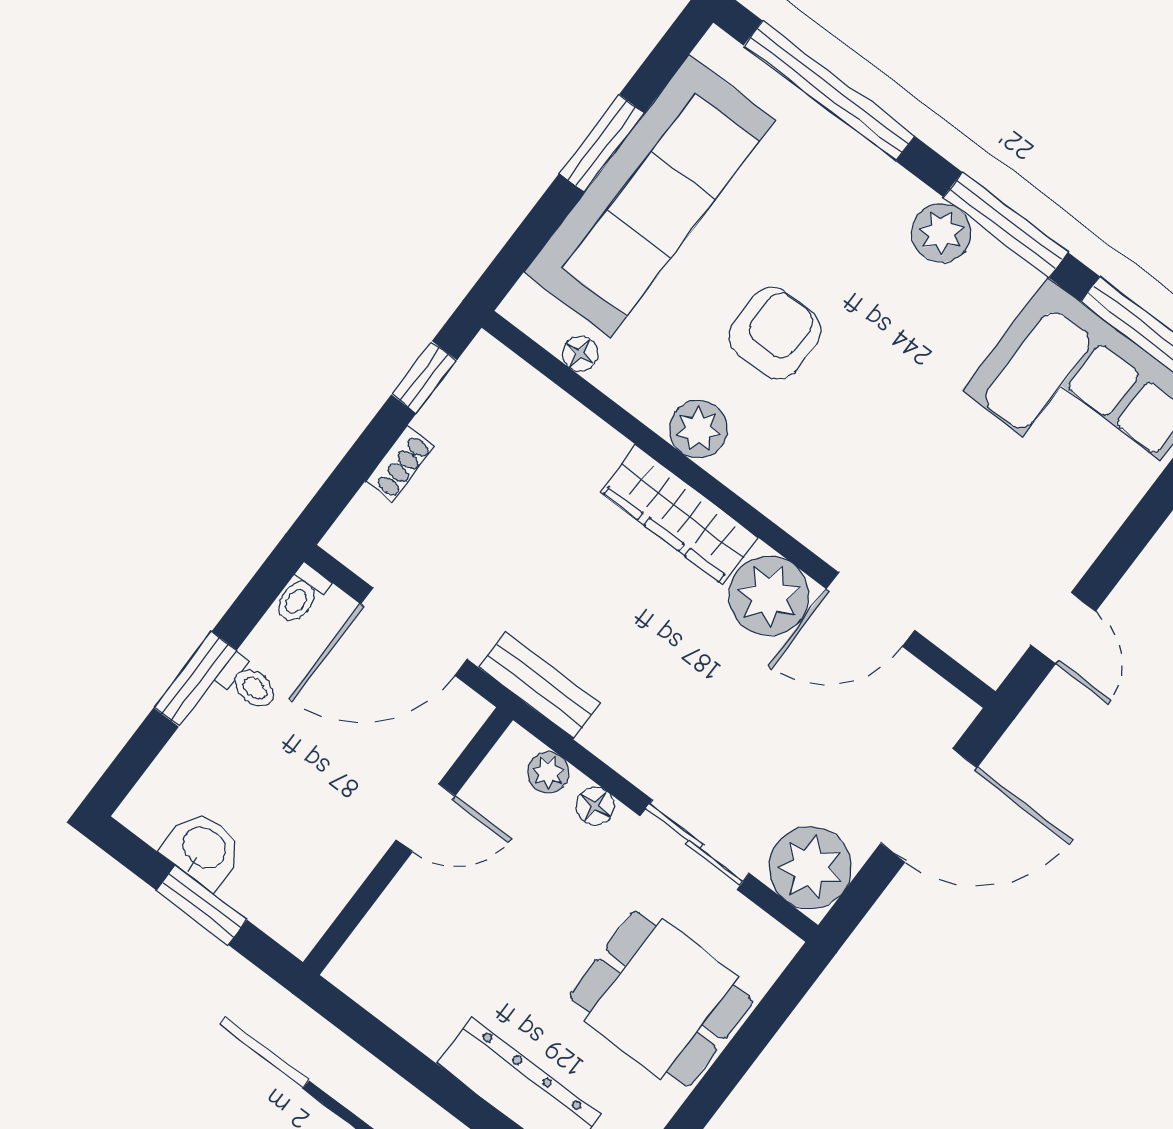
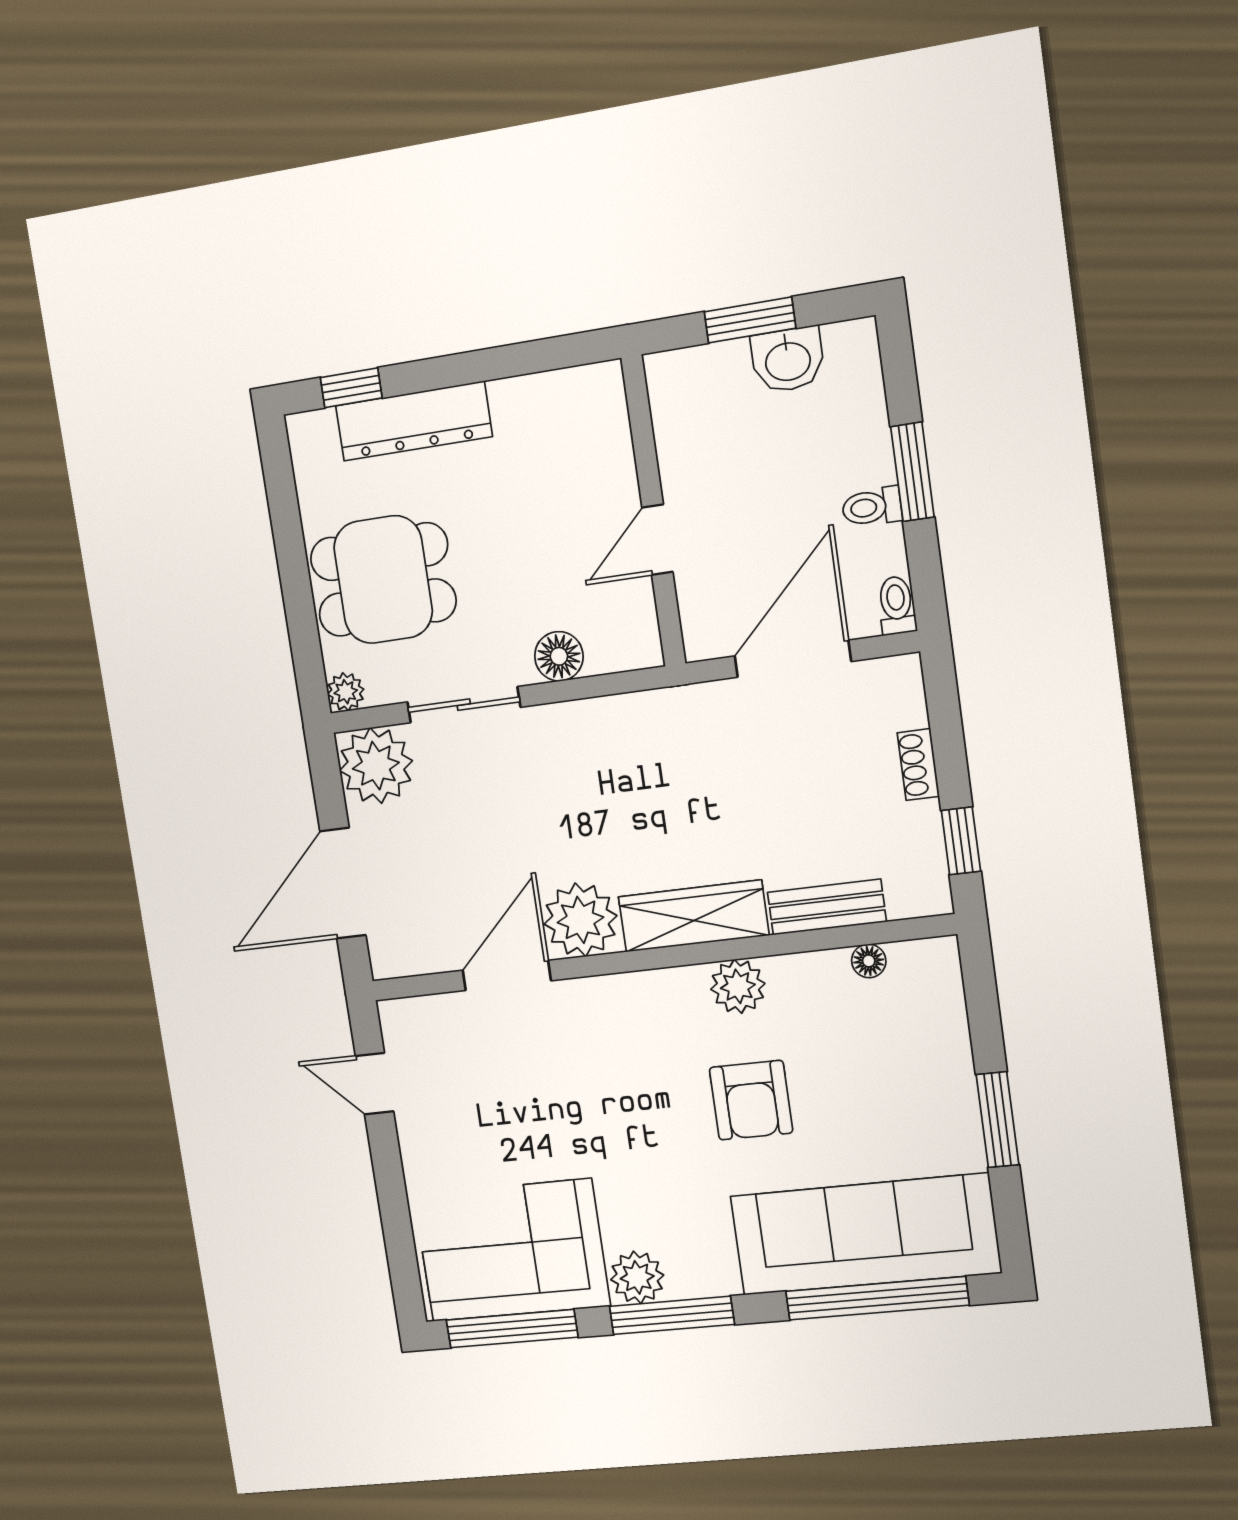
sofa: (650, 196) -> (865, 1234), moved, turned 90
plant: (941, 233) -> (637, 1277), moved
bench: (540, 685) -> (827, 907), moved
plant: (548, 773) -> (346, 692), moved
floor lamp: (595, 806) -> (559, 656), width x1.37, depth x1.37

